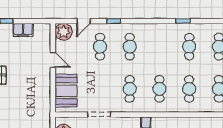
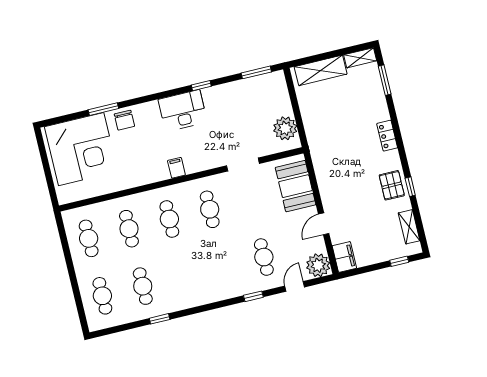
filing cabinet: (23, 30) -> (344, 257), moved, turned 90
cafe table: (130, 47) -> (223, 267), removed
door: (53, 60) -> (324, 224), hinge flipped

